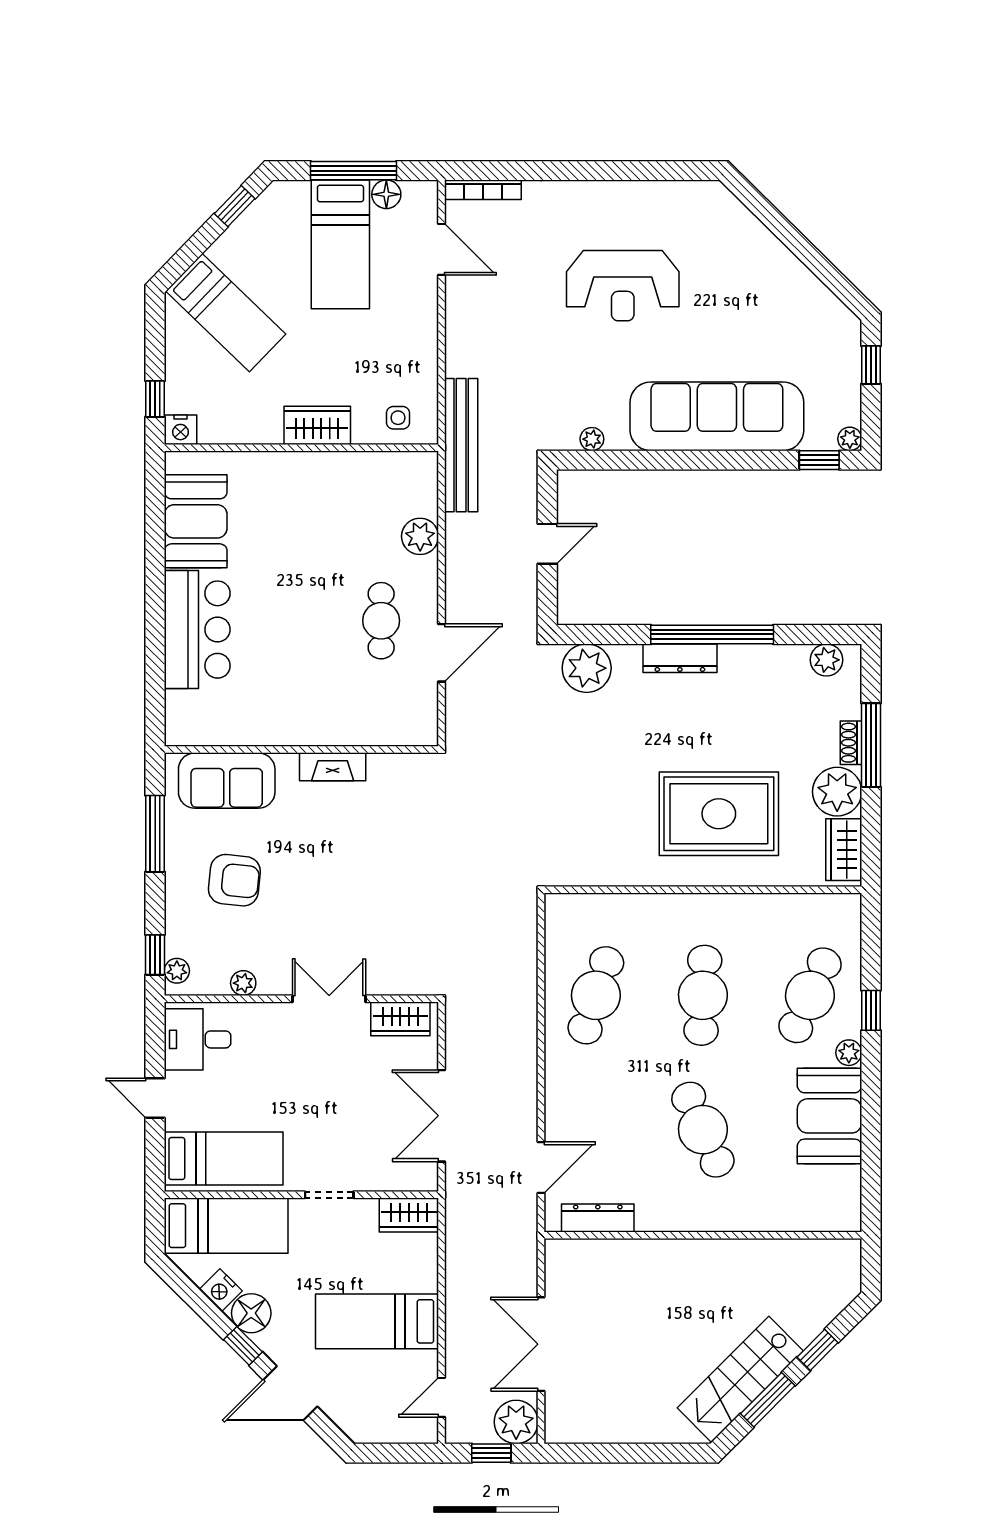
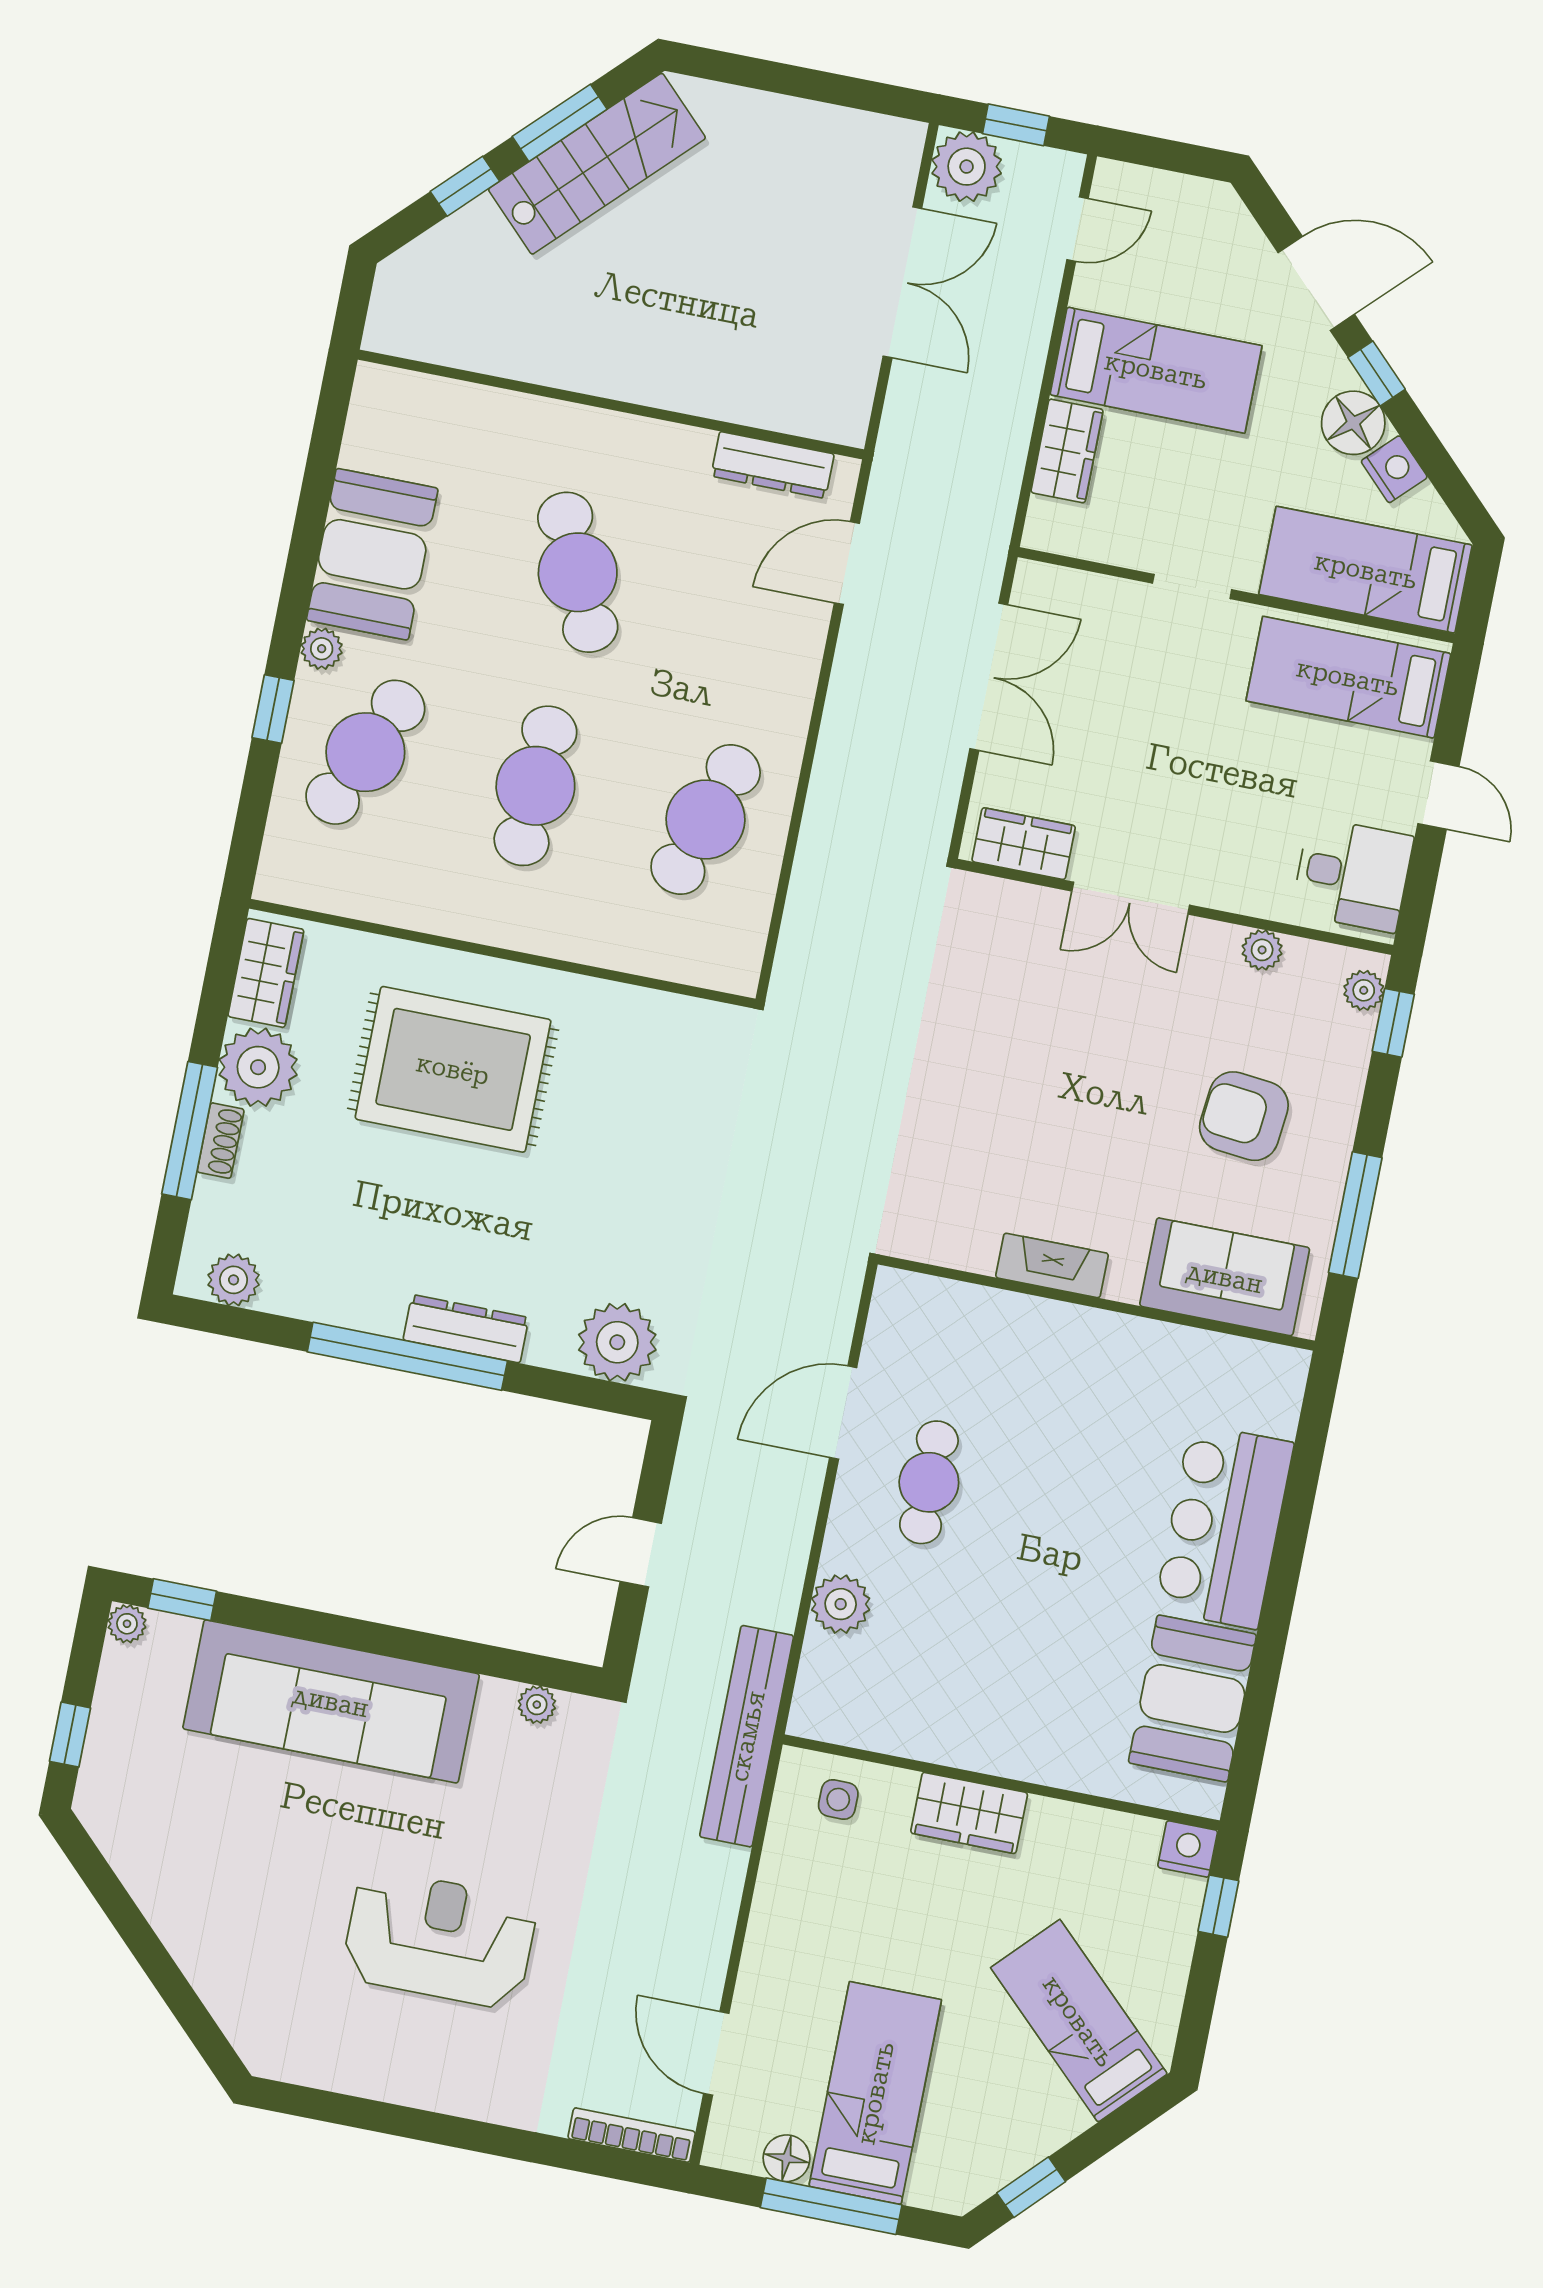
wardrobe: (409, 1215) -> (1067, 451), moved, turned 90

